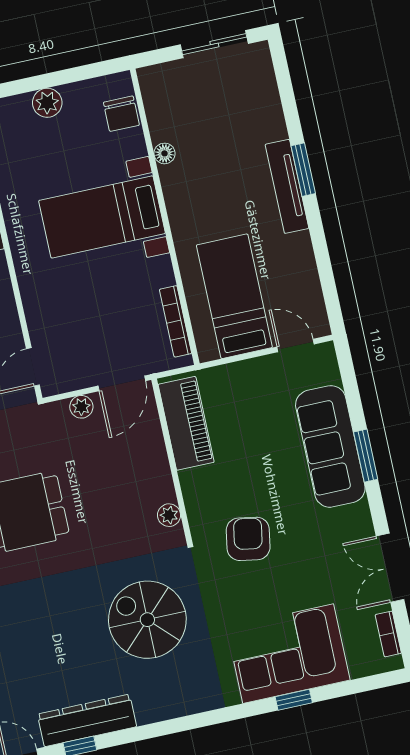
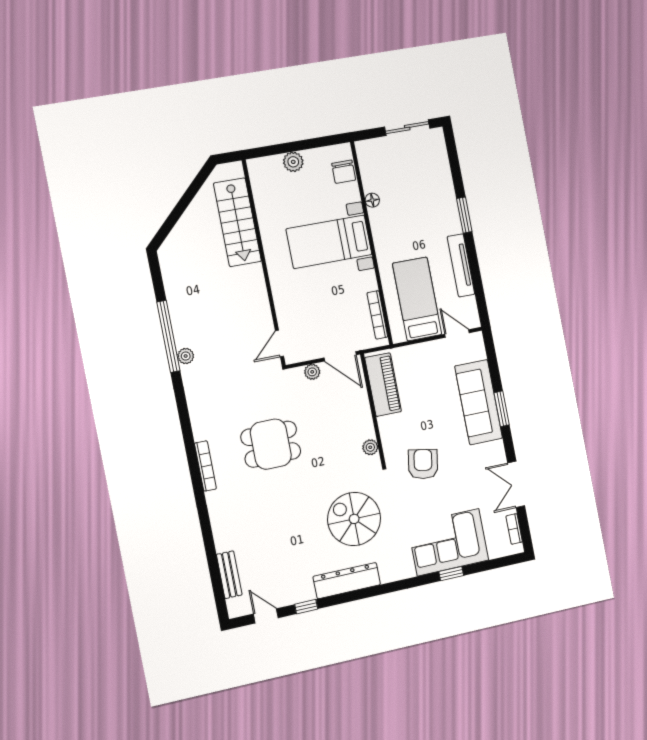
tv unit: (287, 186) -> (461, 265), moved
door: (122, 383) -> (340, 356), hinge flipped
dresser: (87, 720) -> (347, 581), moved

